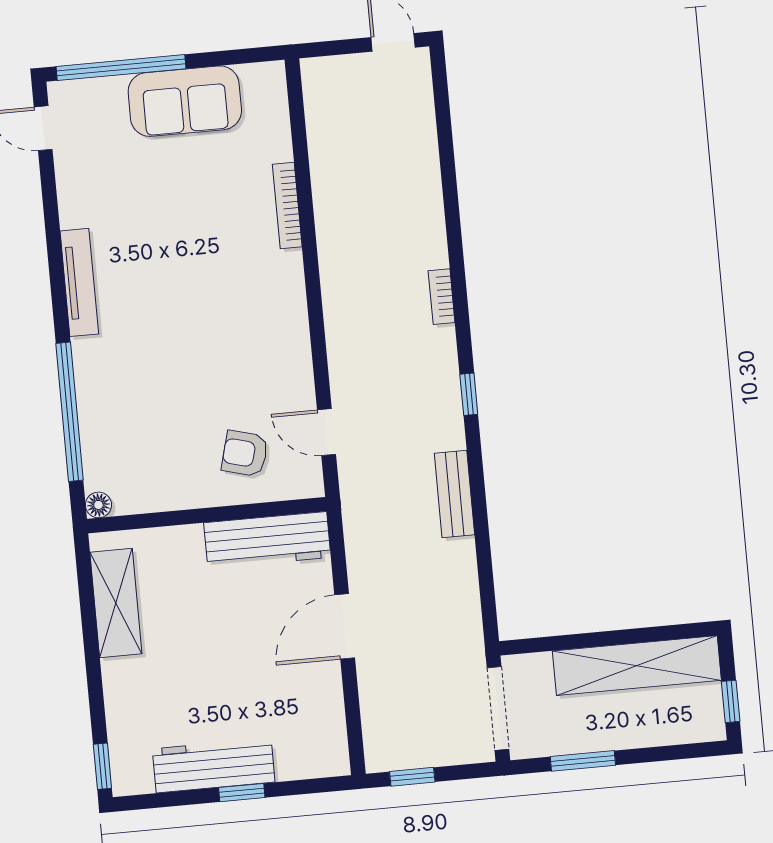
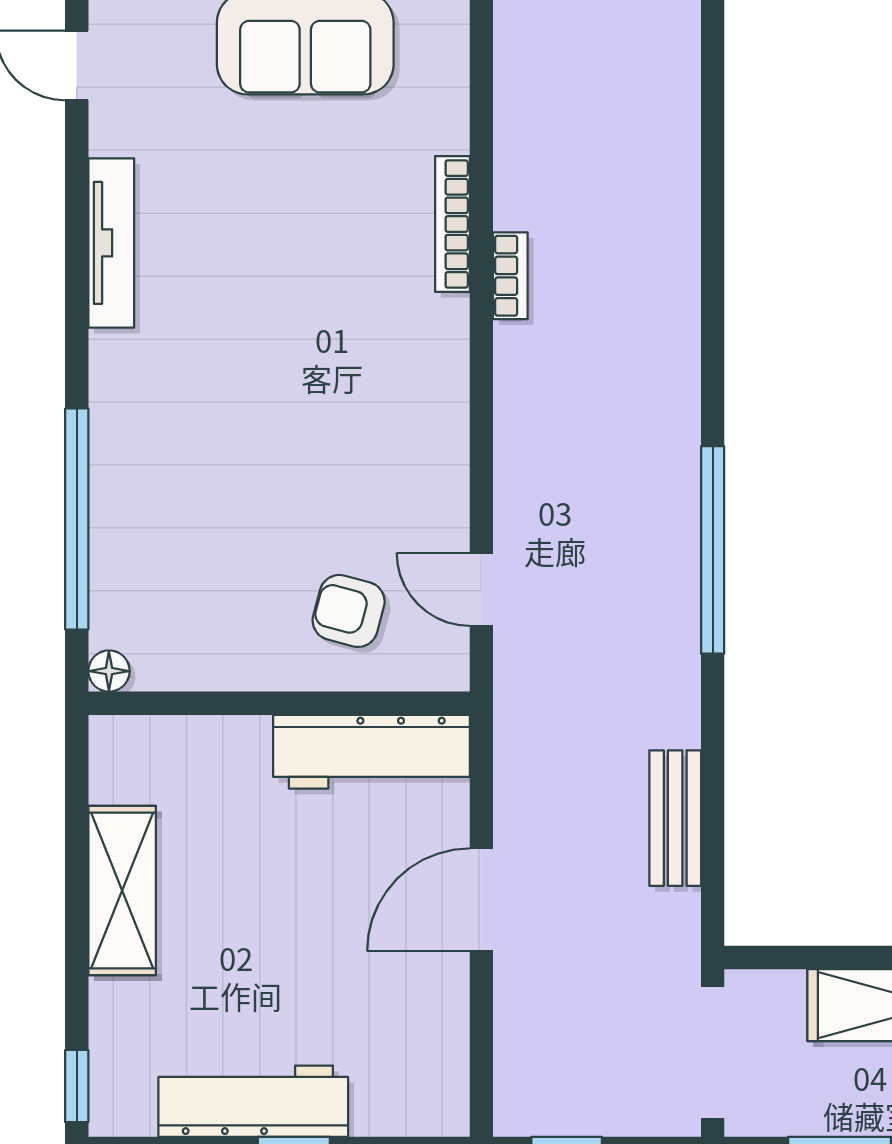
tv unit: (79, 282) -> (111, 243), moved
bookcase: (442, 297) -> (510, 276), moved, turned 180
window: (469, 394) -> (713, 550), width x3.17
bench: (454, 494) -> (675, 818), moved
shelving: (116, 603) -> (122, 890), moved

